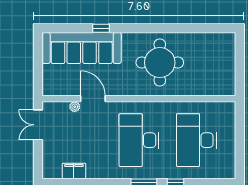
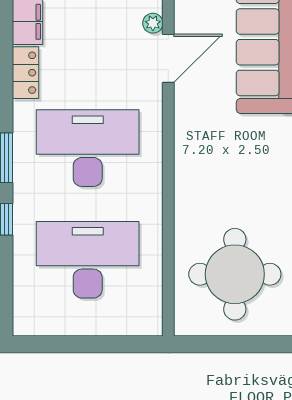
round table: (160, 63) -> (235, 274), moved
locker: (100, 172) -> (26, 73), added

